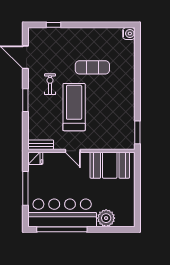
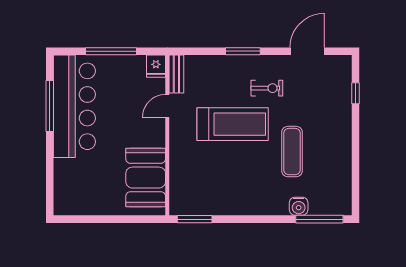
water cooler: (129, 34) -> (299, 206), moved
window: (137, 49) -> (319, 219), added
door: (73, 151) -> (167, 106), moved
plant: (106, 218) -> (66, 172), removed
window: (62, 229) -> (50, 106), width x0.68

